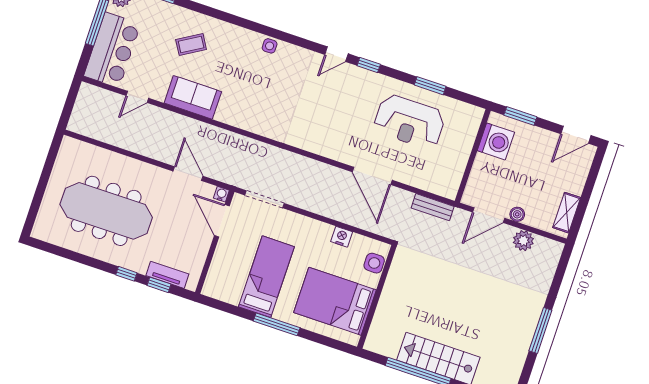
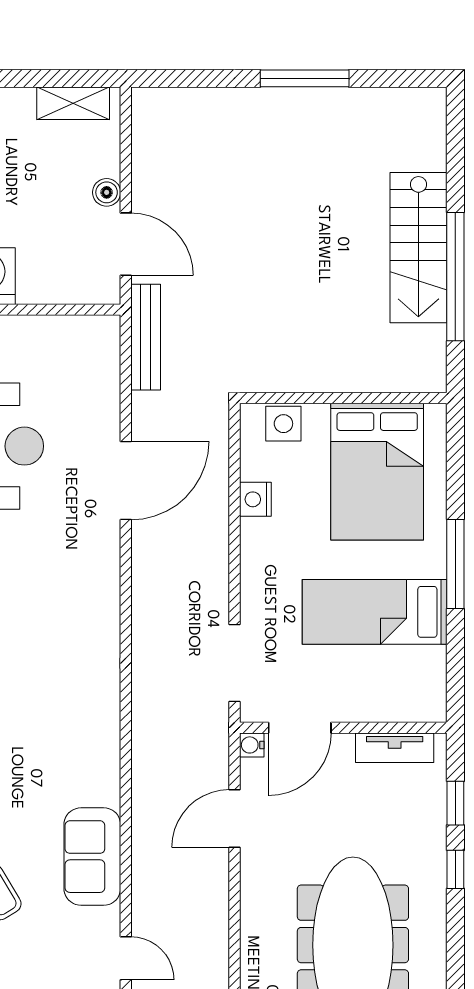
bench: (433, 207) -> (146, 337), width x1.36
plant: (523, 241) -> (151, 165), removed
tv unit: (167, 275) -> (395, 748), moved, turned -90

